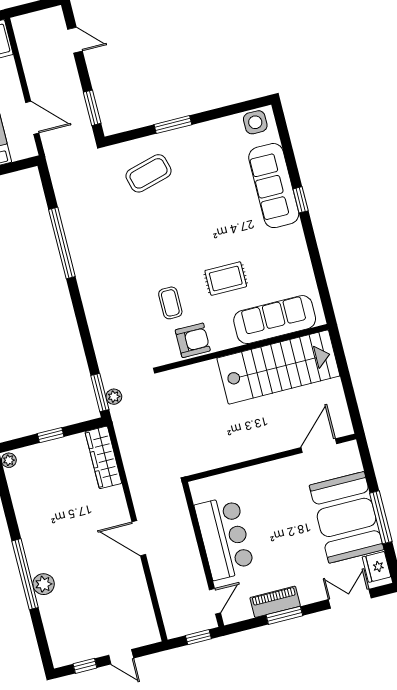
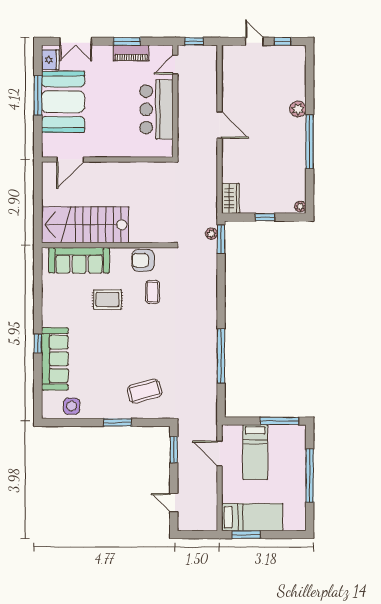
side table: (255, 122) -> (72, 406), moved
wardrobe: (103, 457) -> (230, 198), width x0.67
window: (25, 574) -> (310, 142), moved

